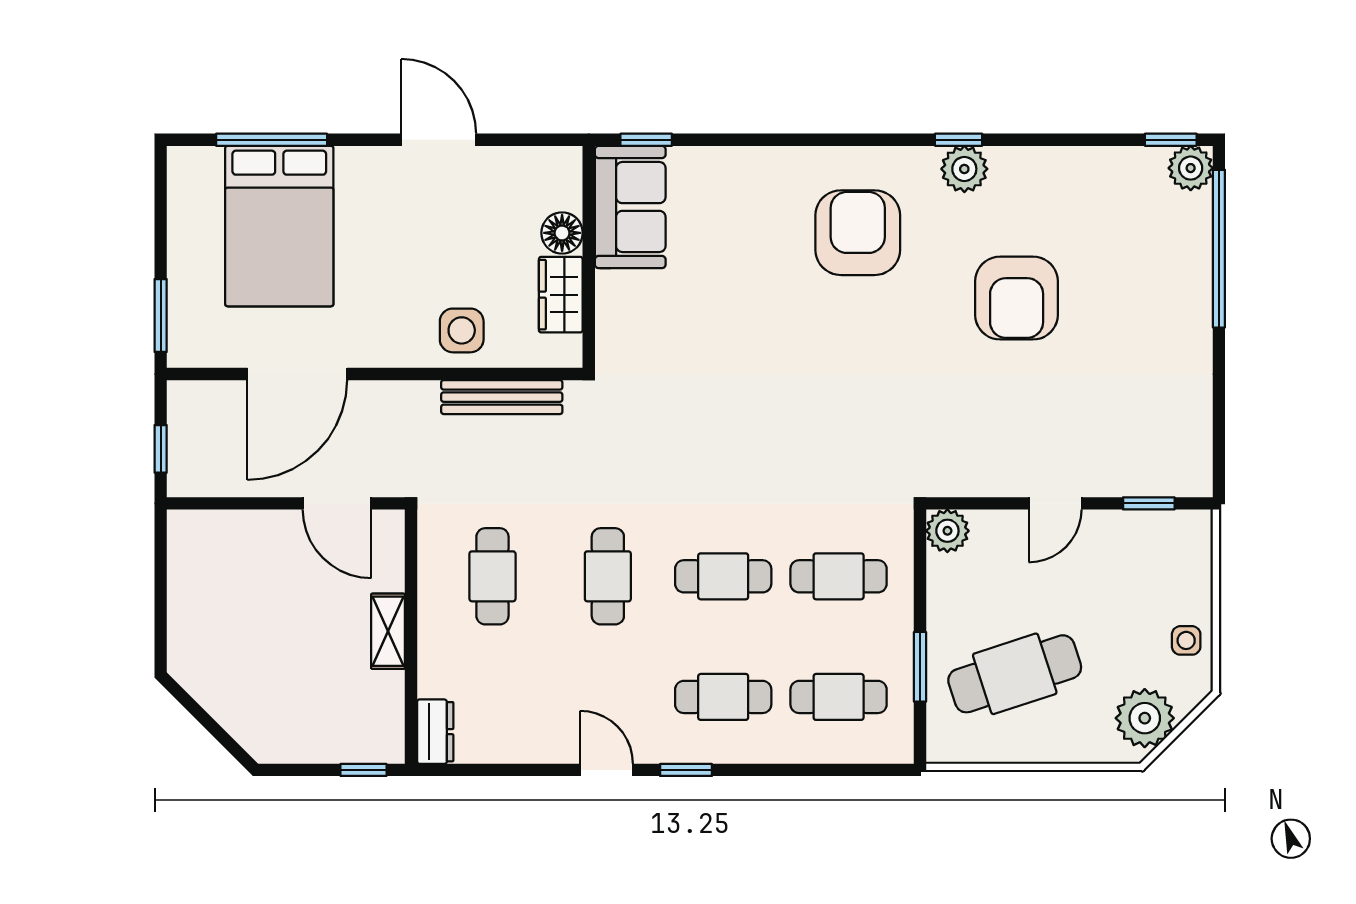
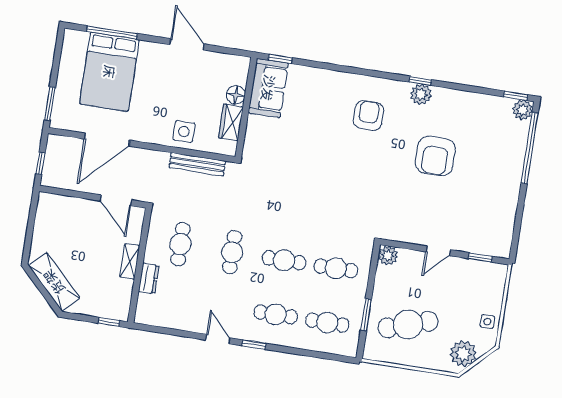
armchair: (858, 233) -> (369, 115), width x0.73, depth x0.73
shelving: (231, 701) -> (54, 282), added
dresser: (435, 732) -> (149, 278), moved

